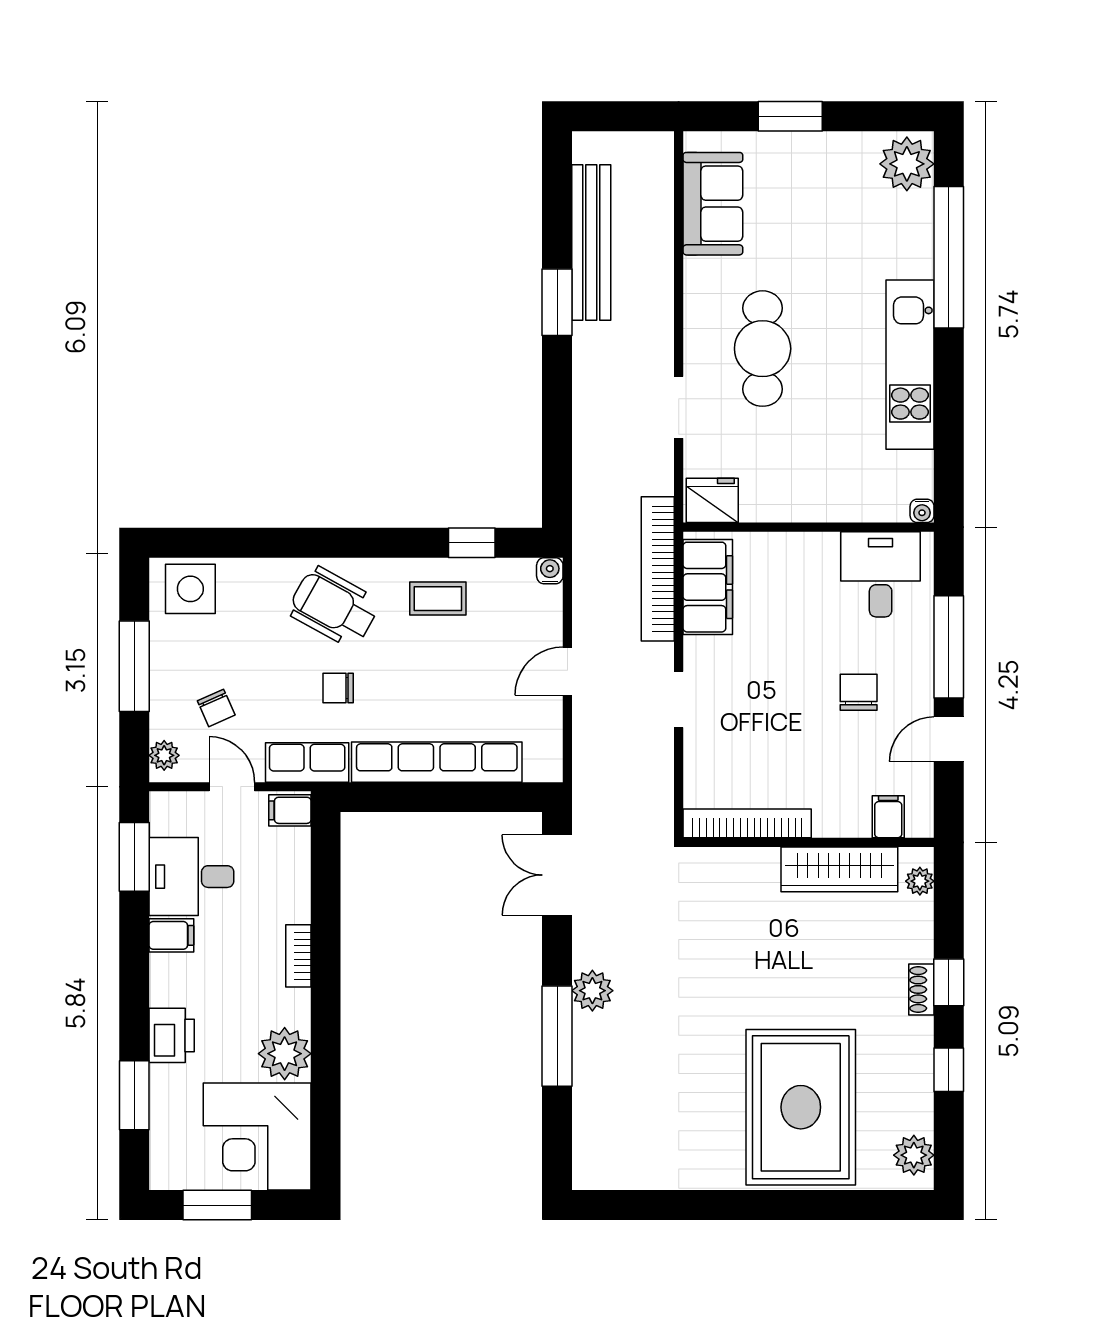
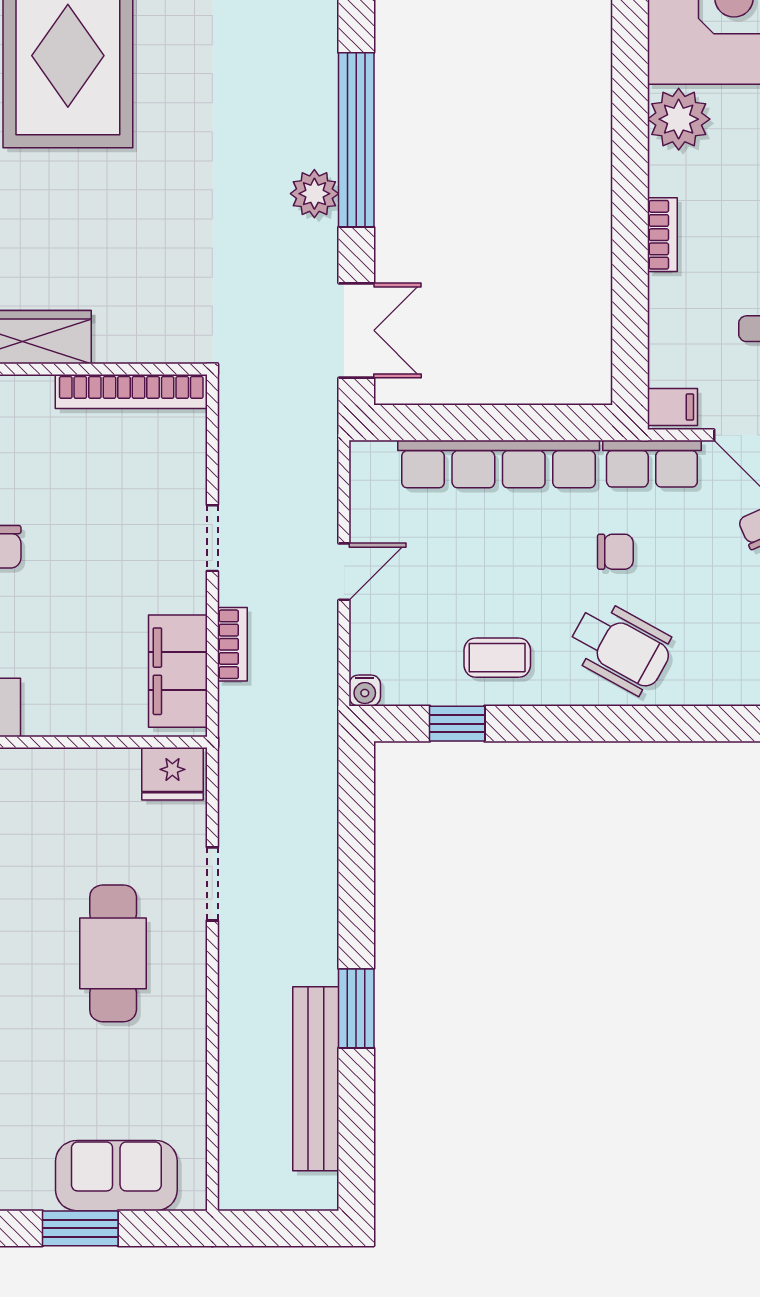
sofa: (713, 204) -> (116, 1176), moved, turned 90
bookcase: (658, 569) -> (232, 644), width x0.43, depth x0.76
window: (557, 1036) -> (356, 140), width x1.46

